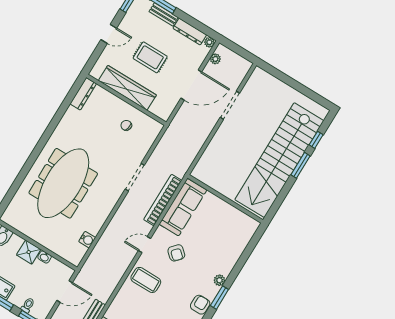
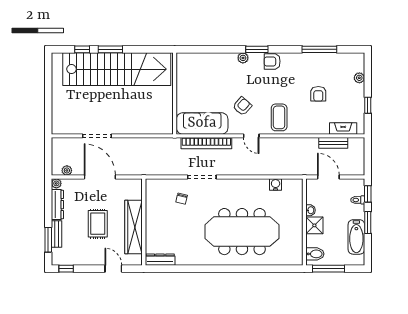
door: (109, 34) -> (113, 269), moved
chair: (126, 125) -> (182, 199), moved

